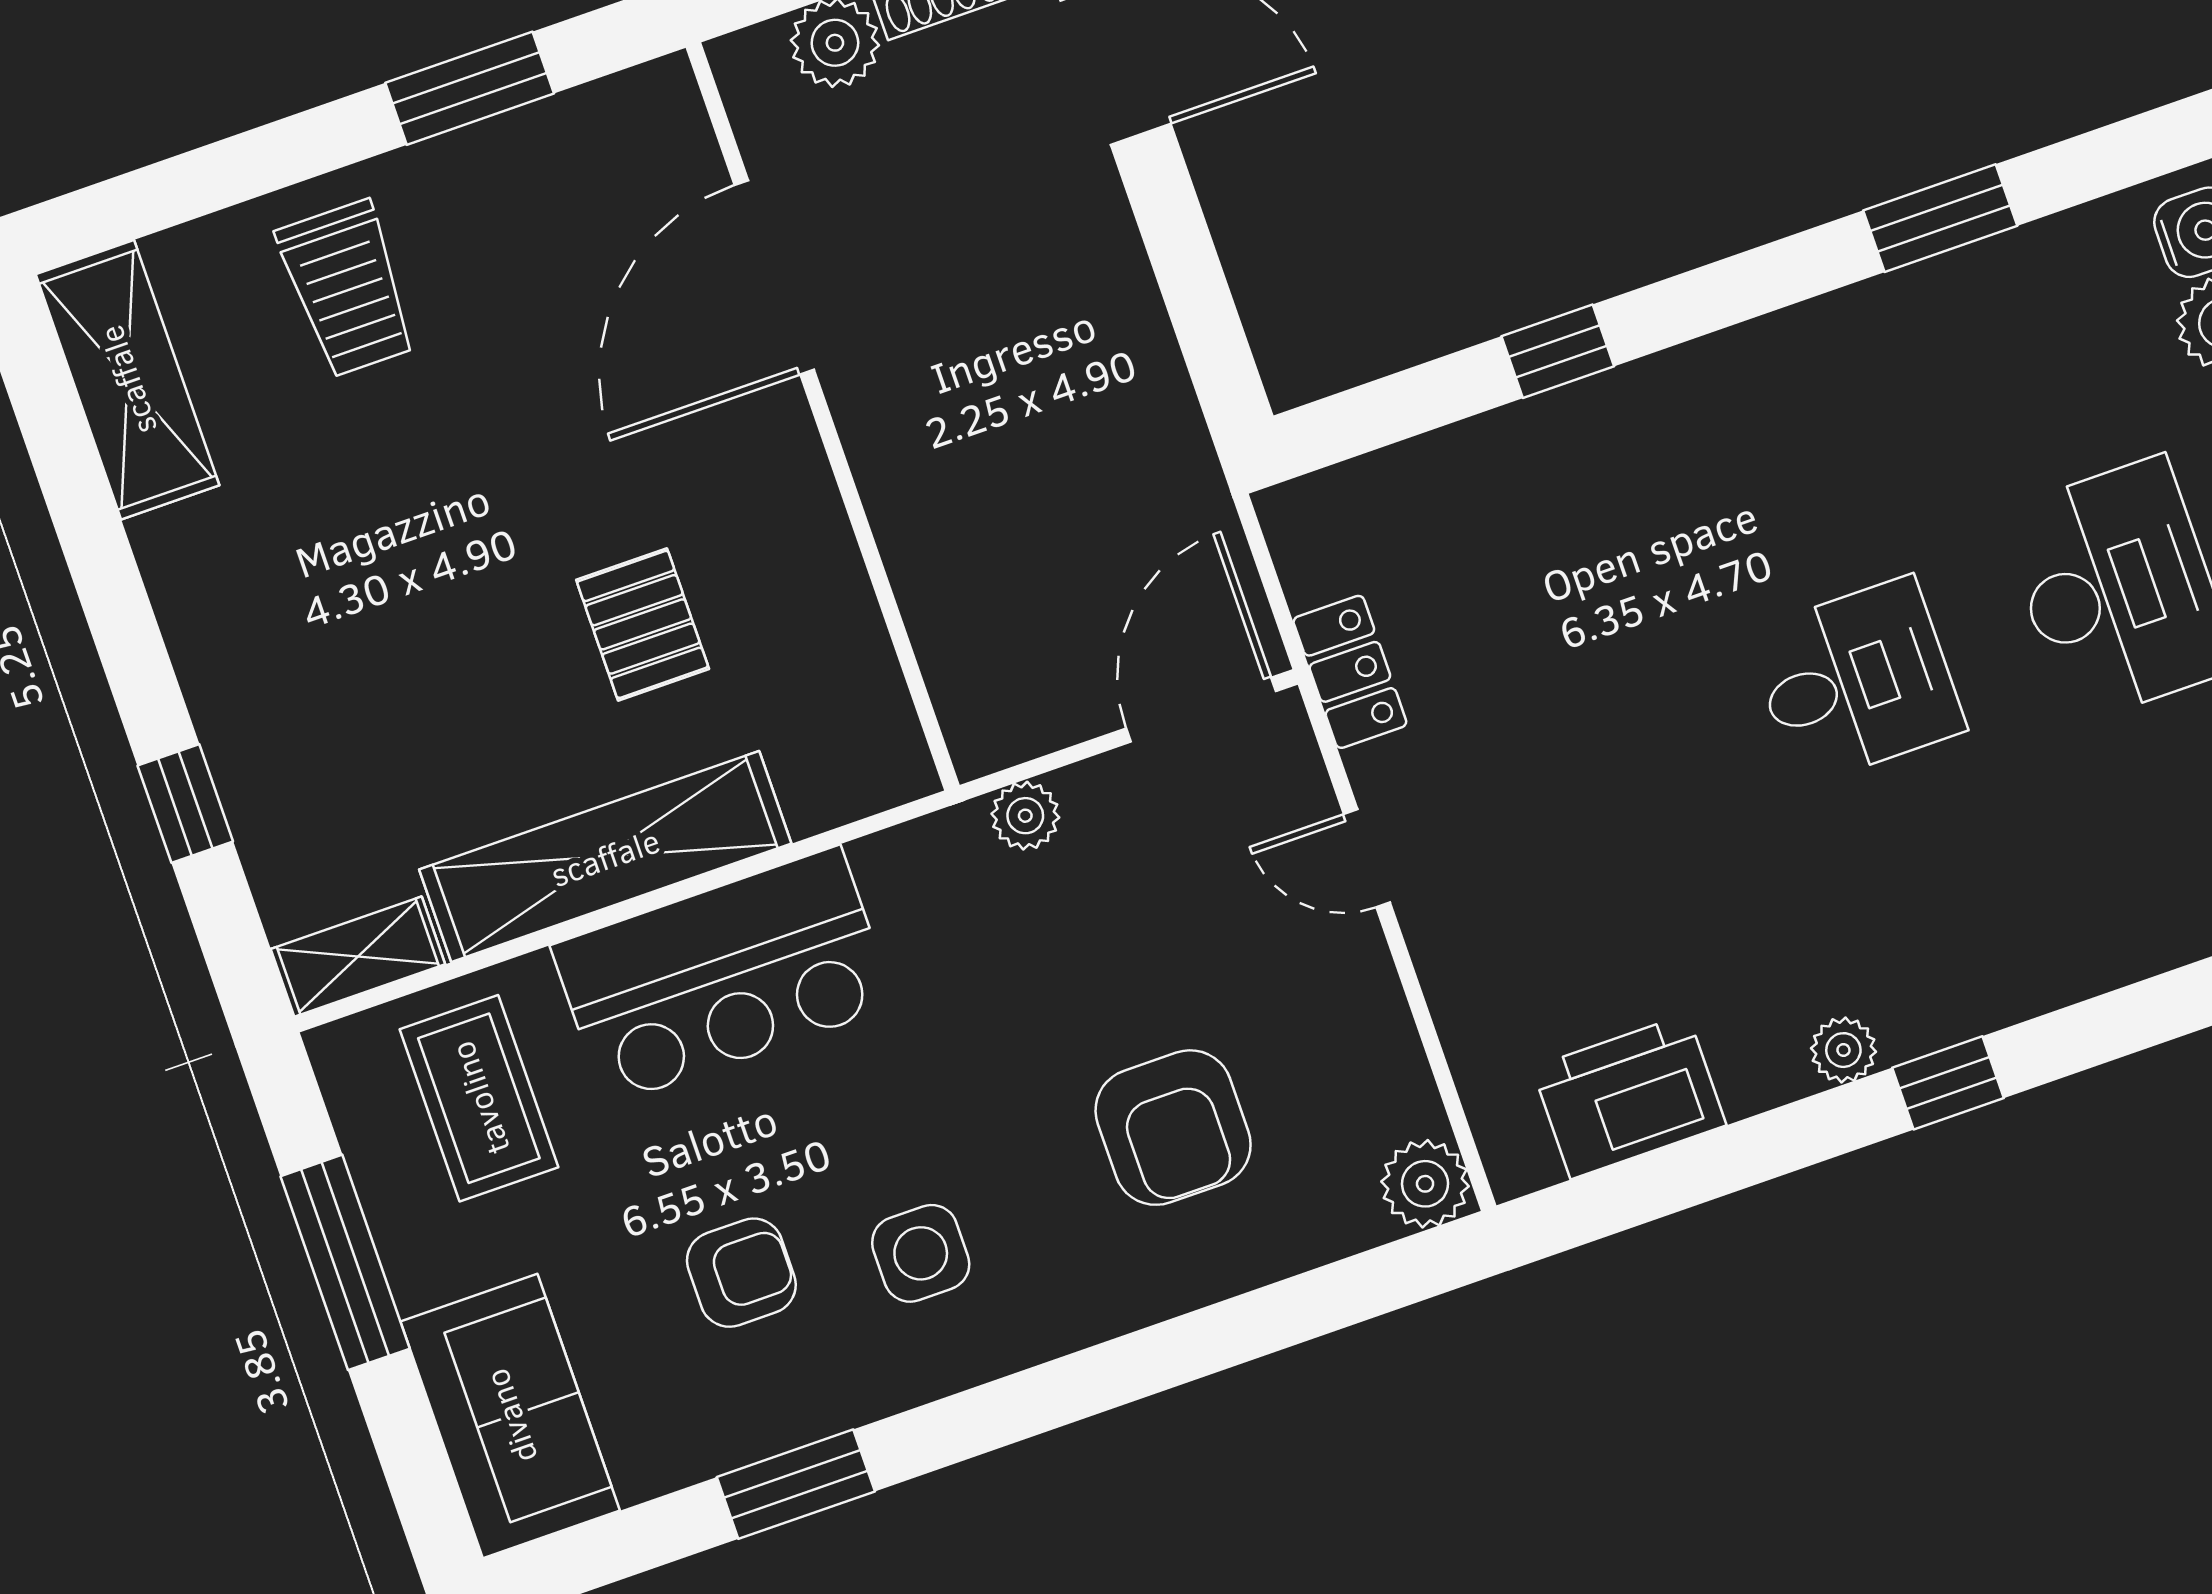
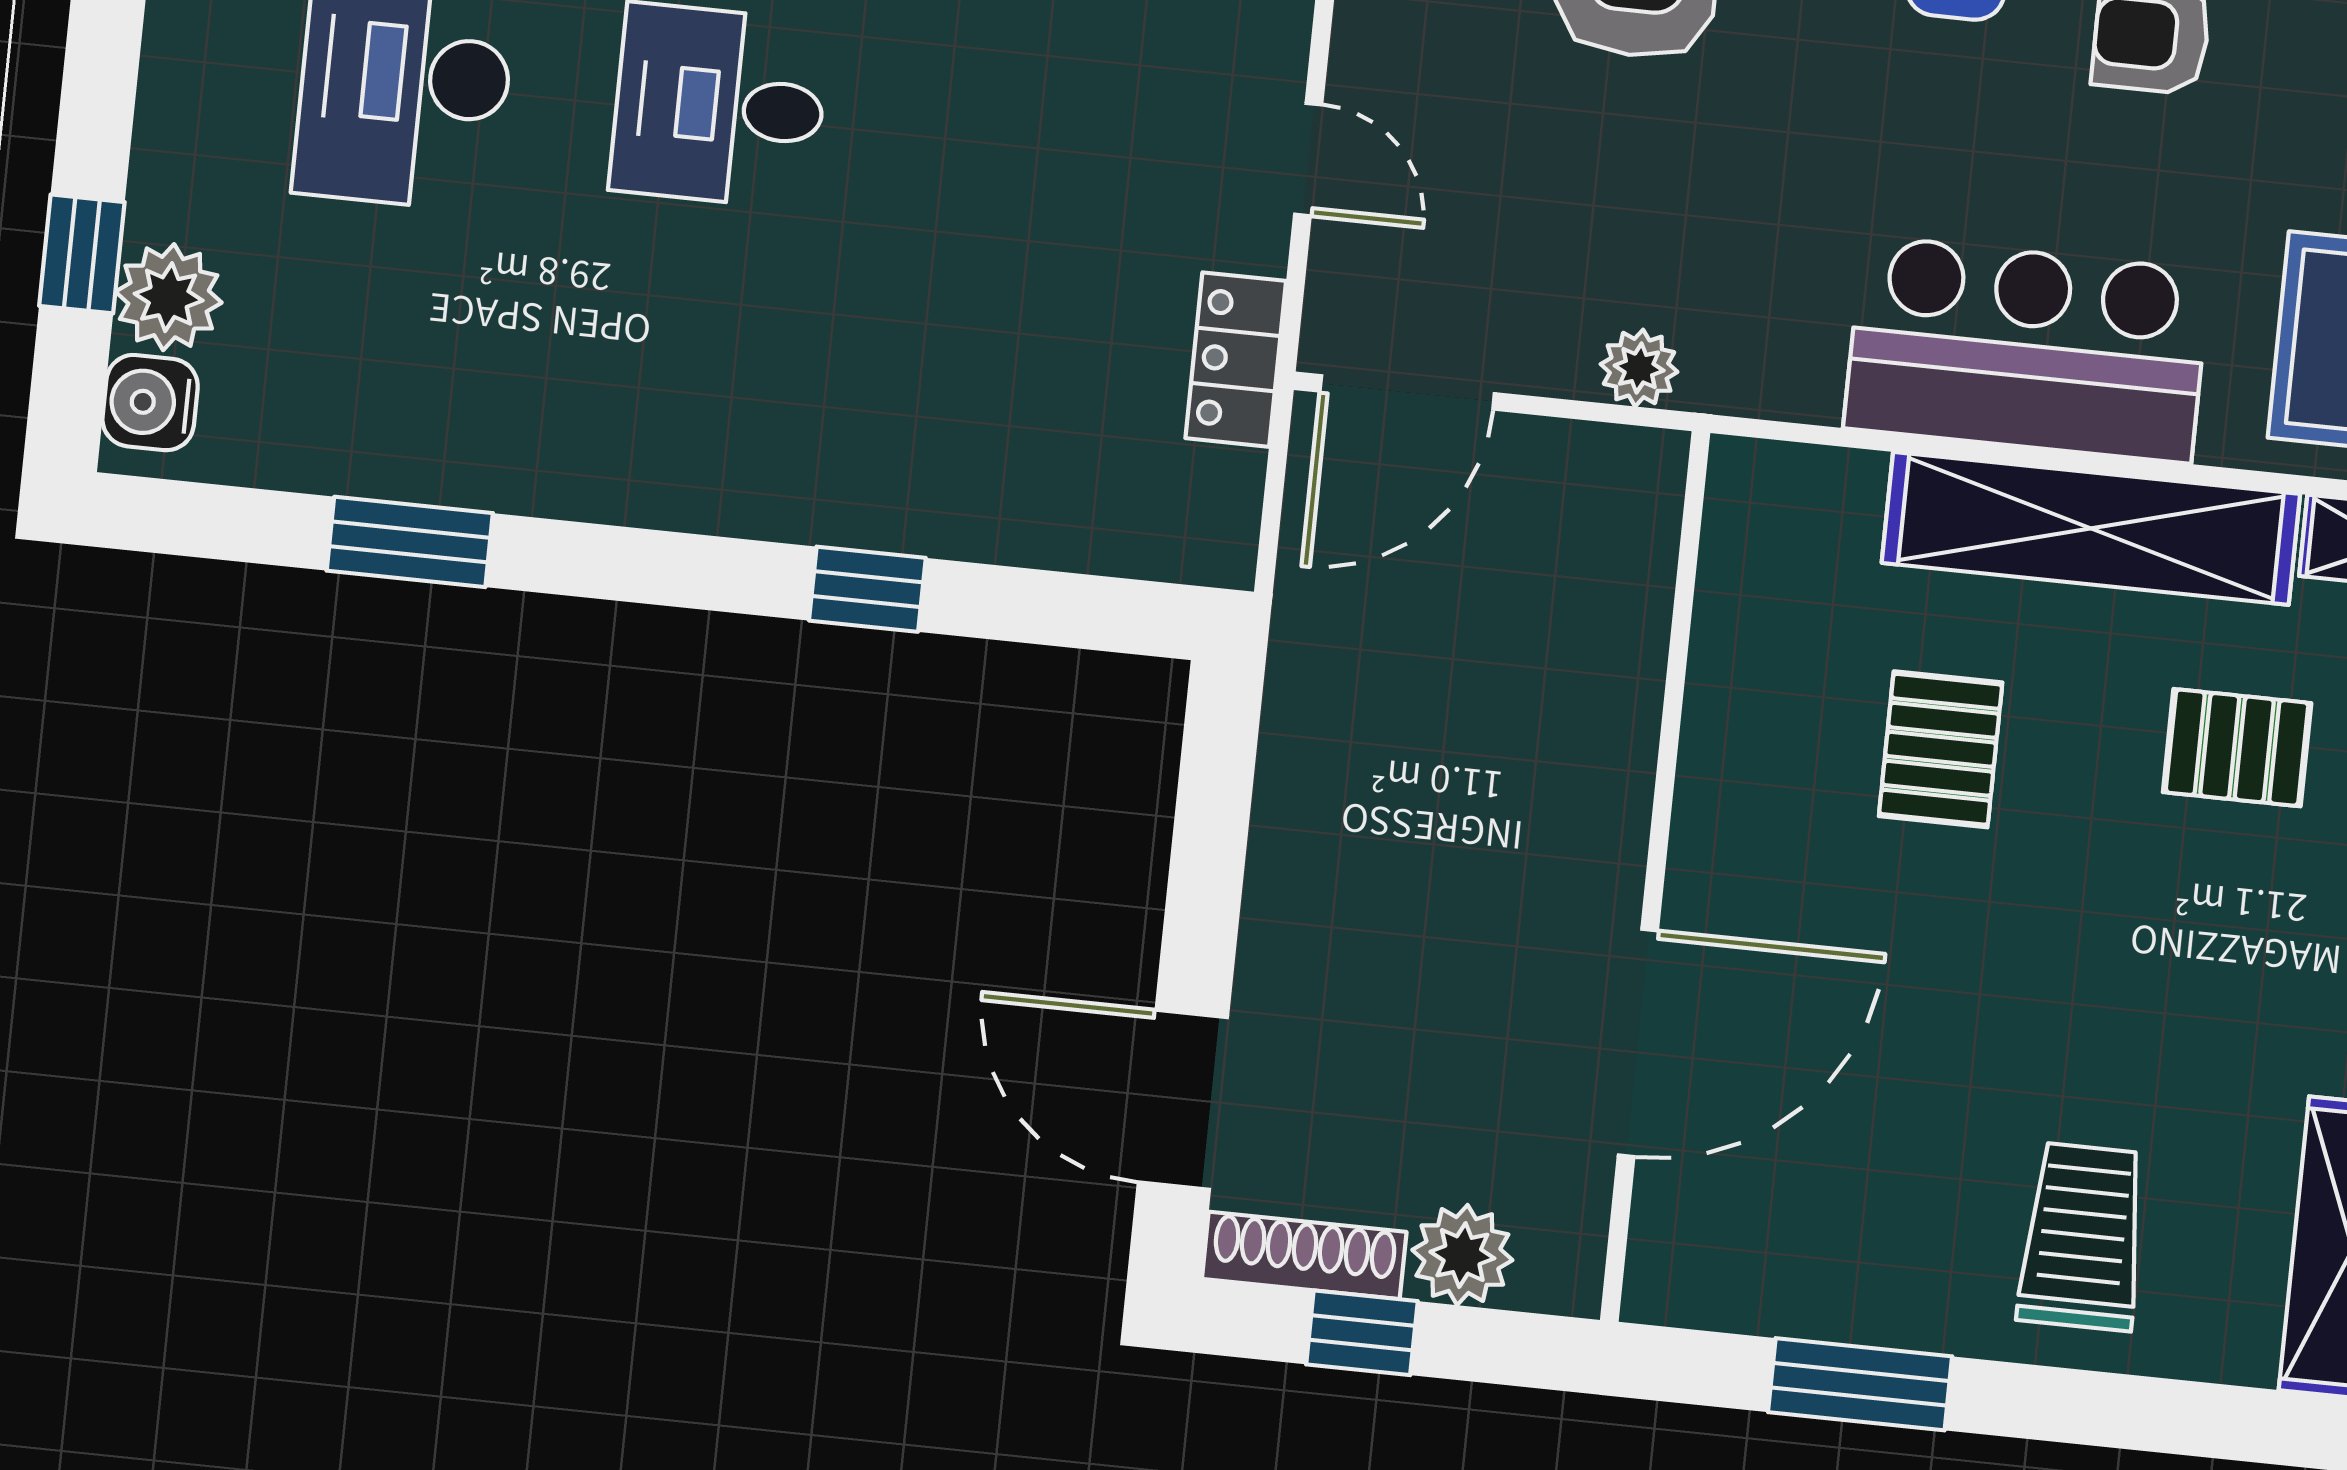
pallet: (407, 736) -> (2237, 748), added

